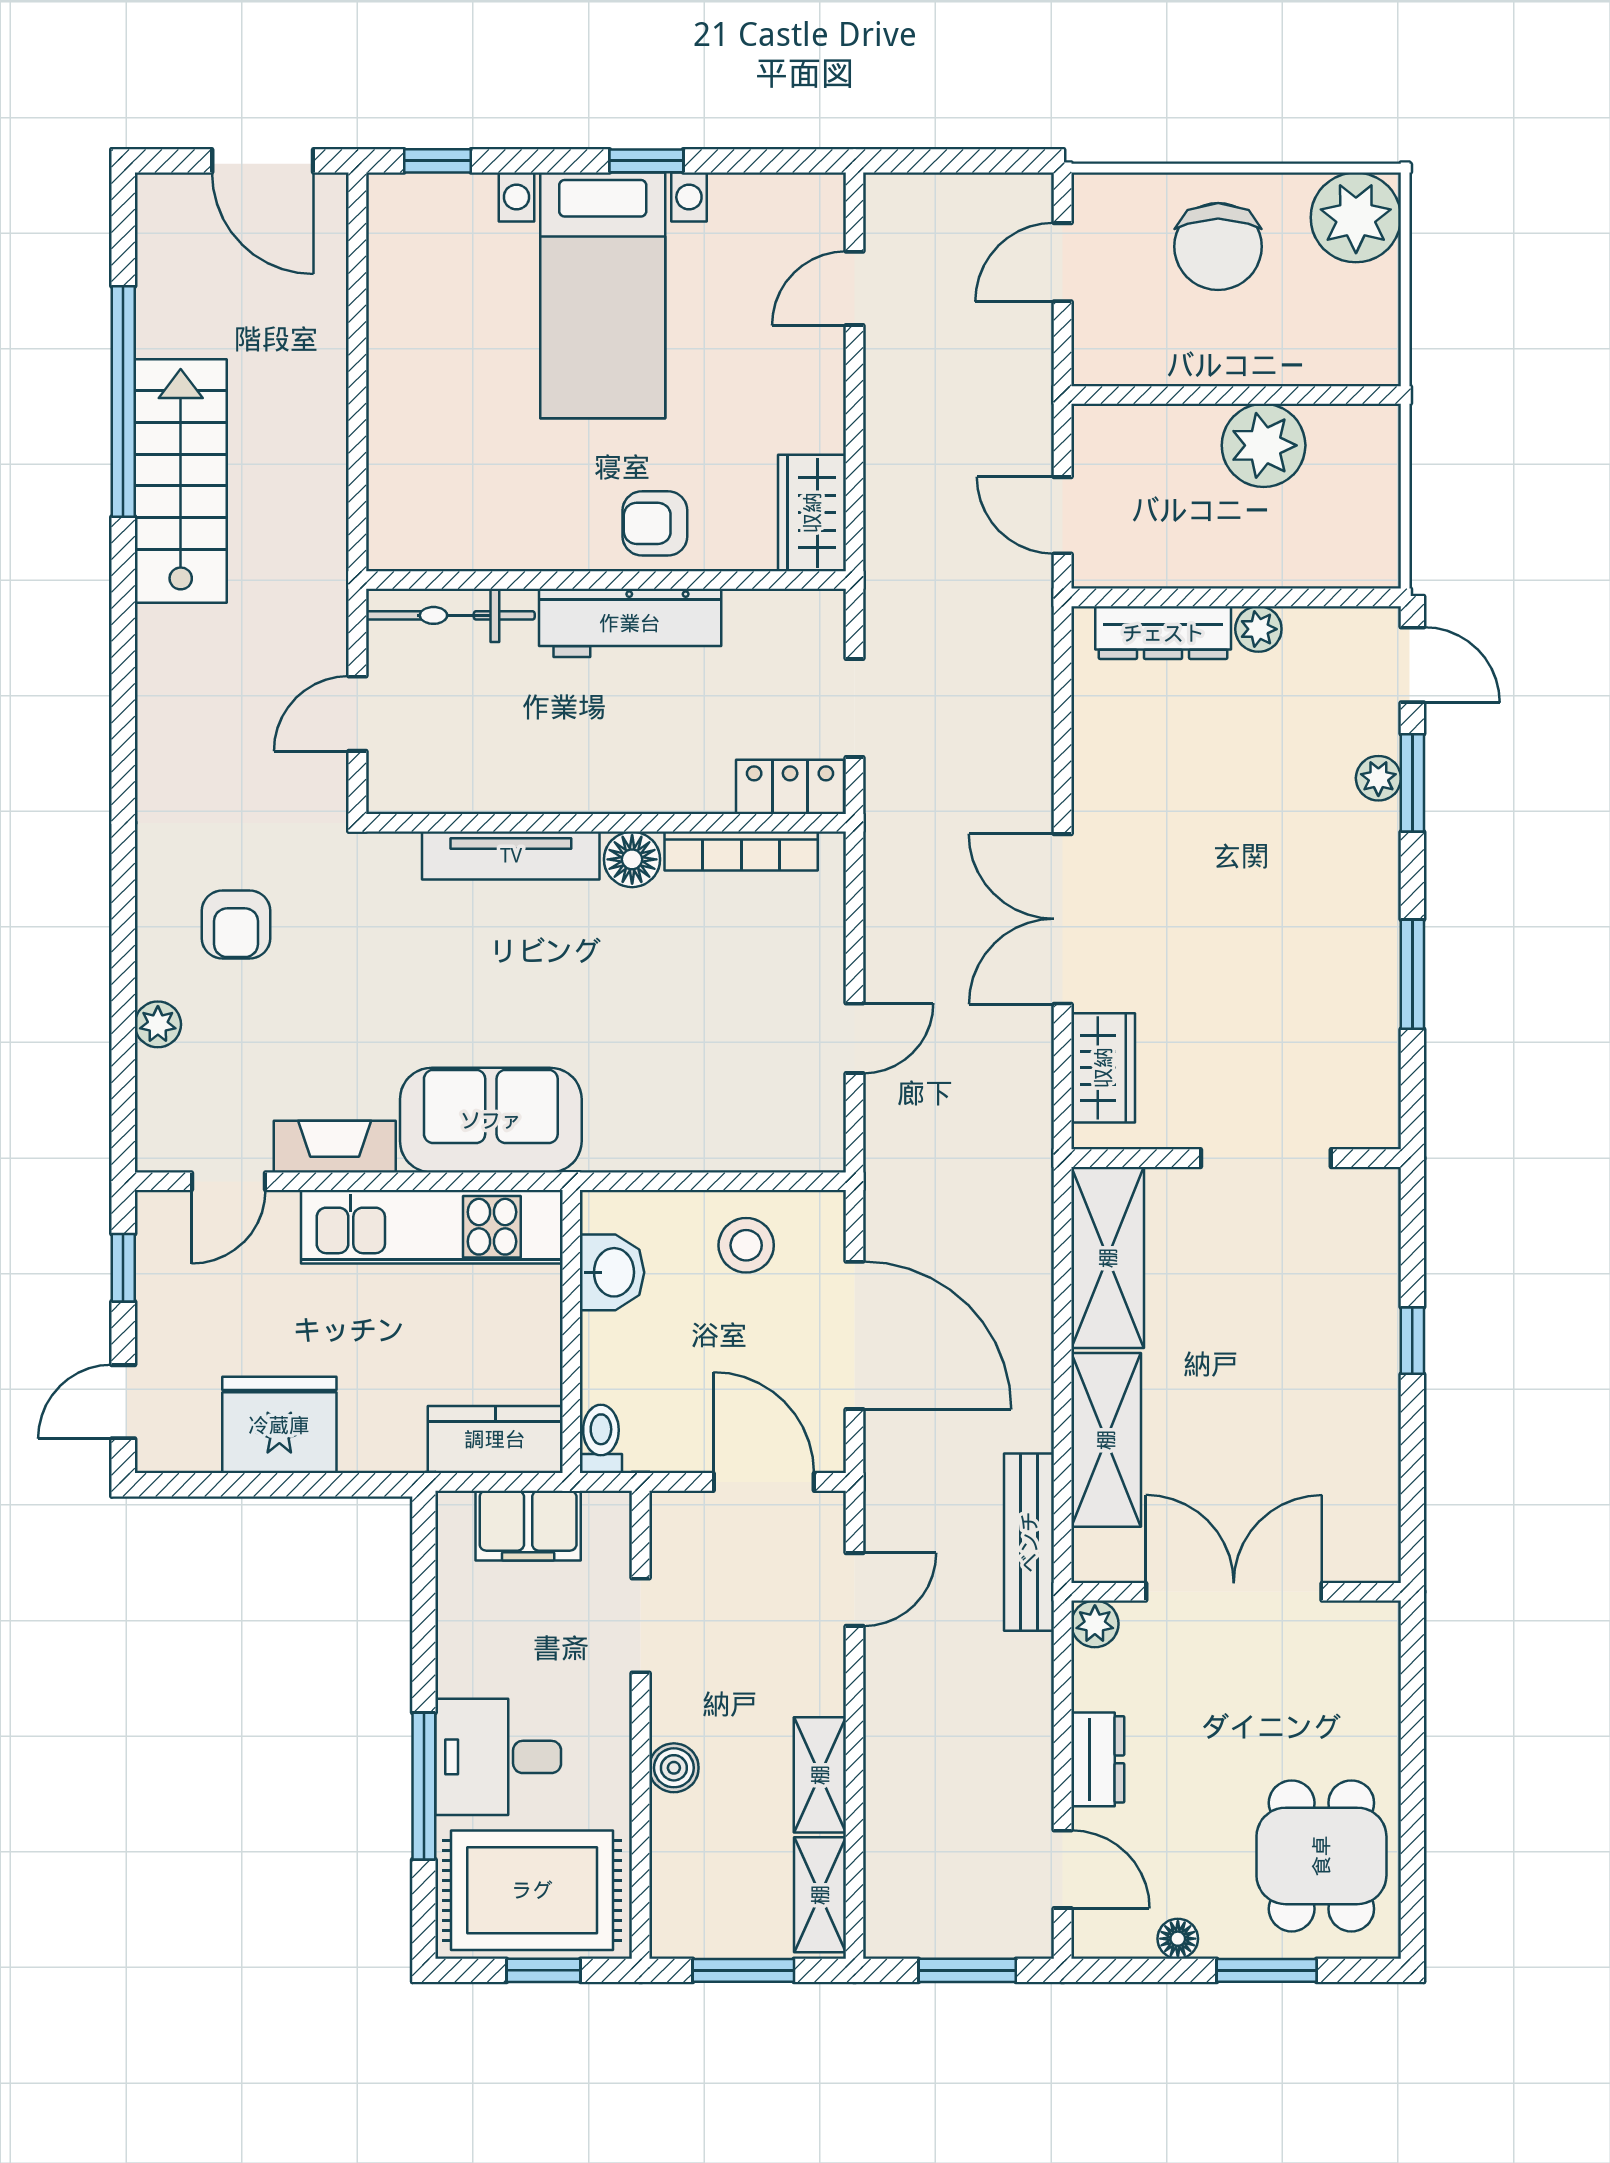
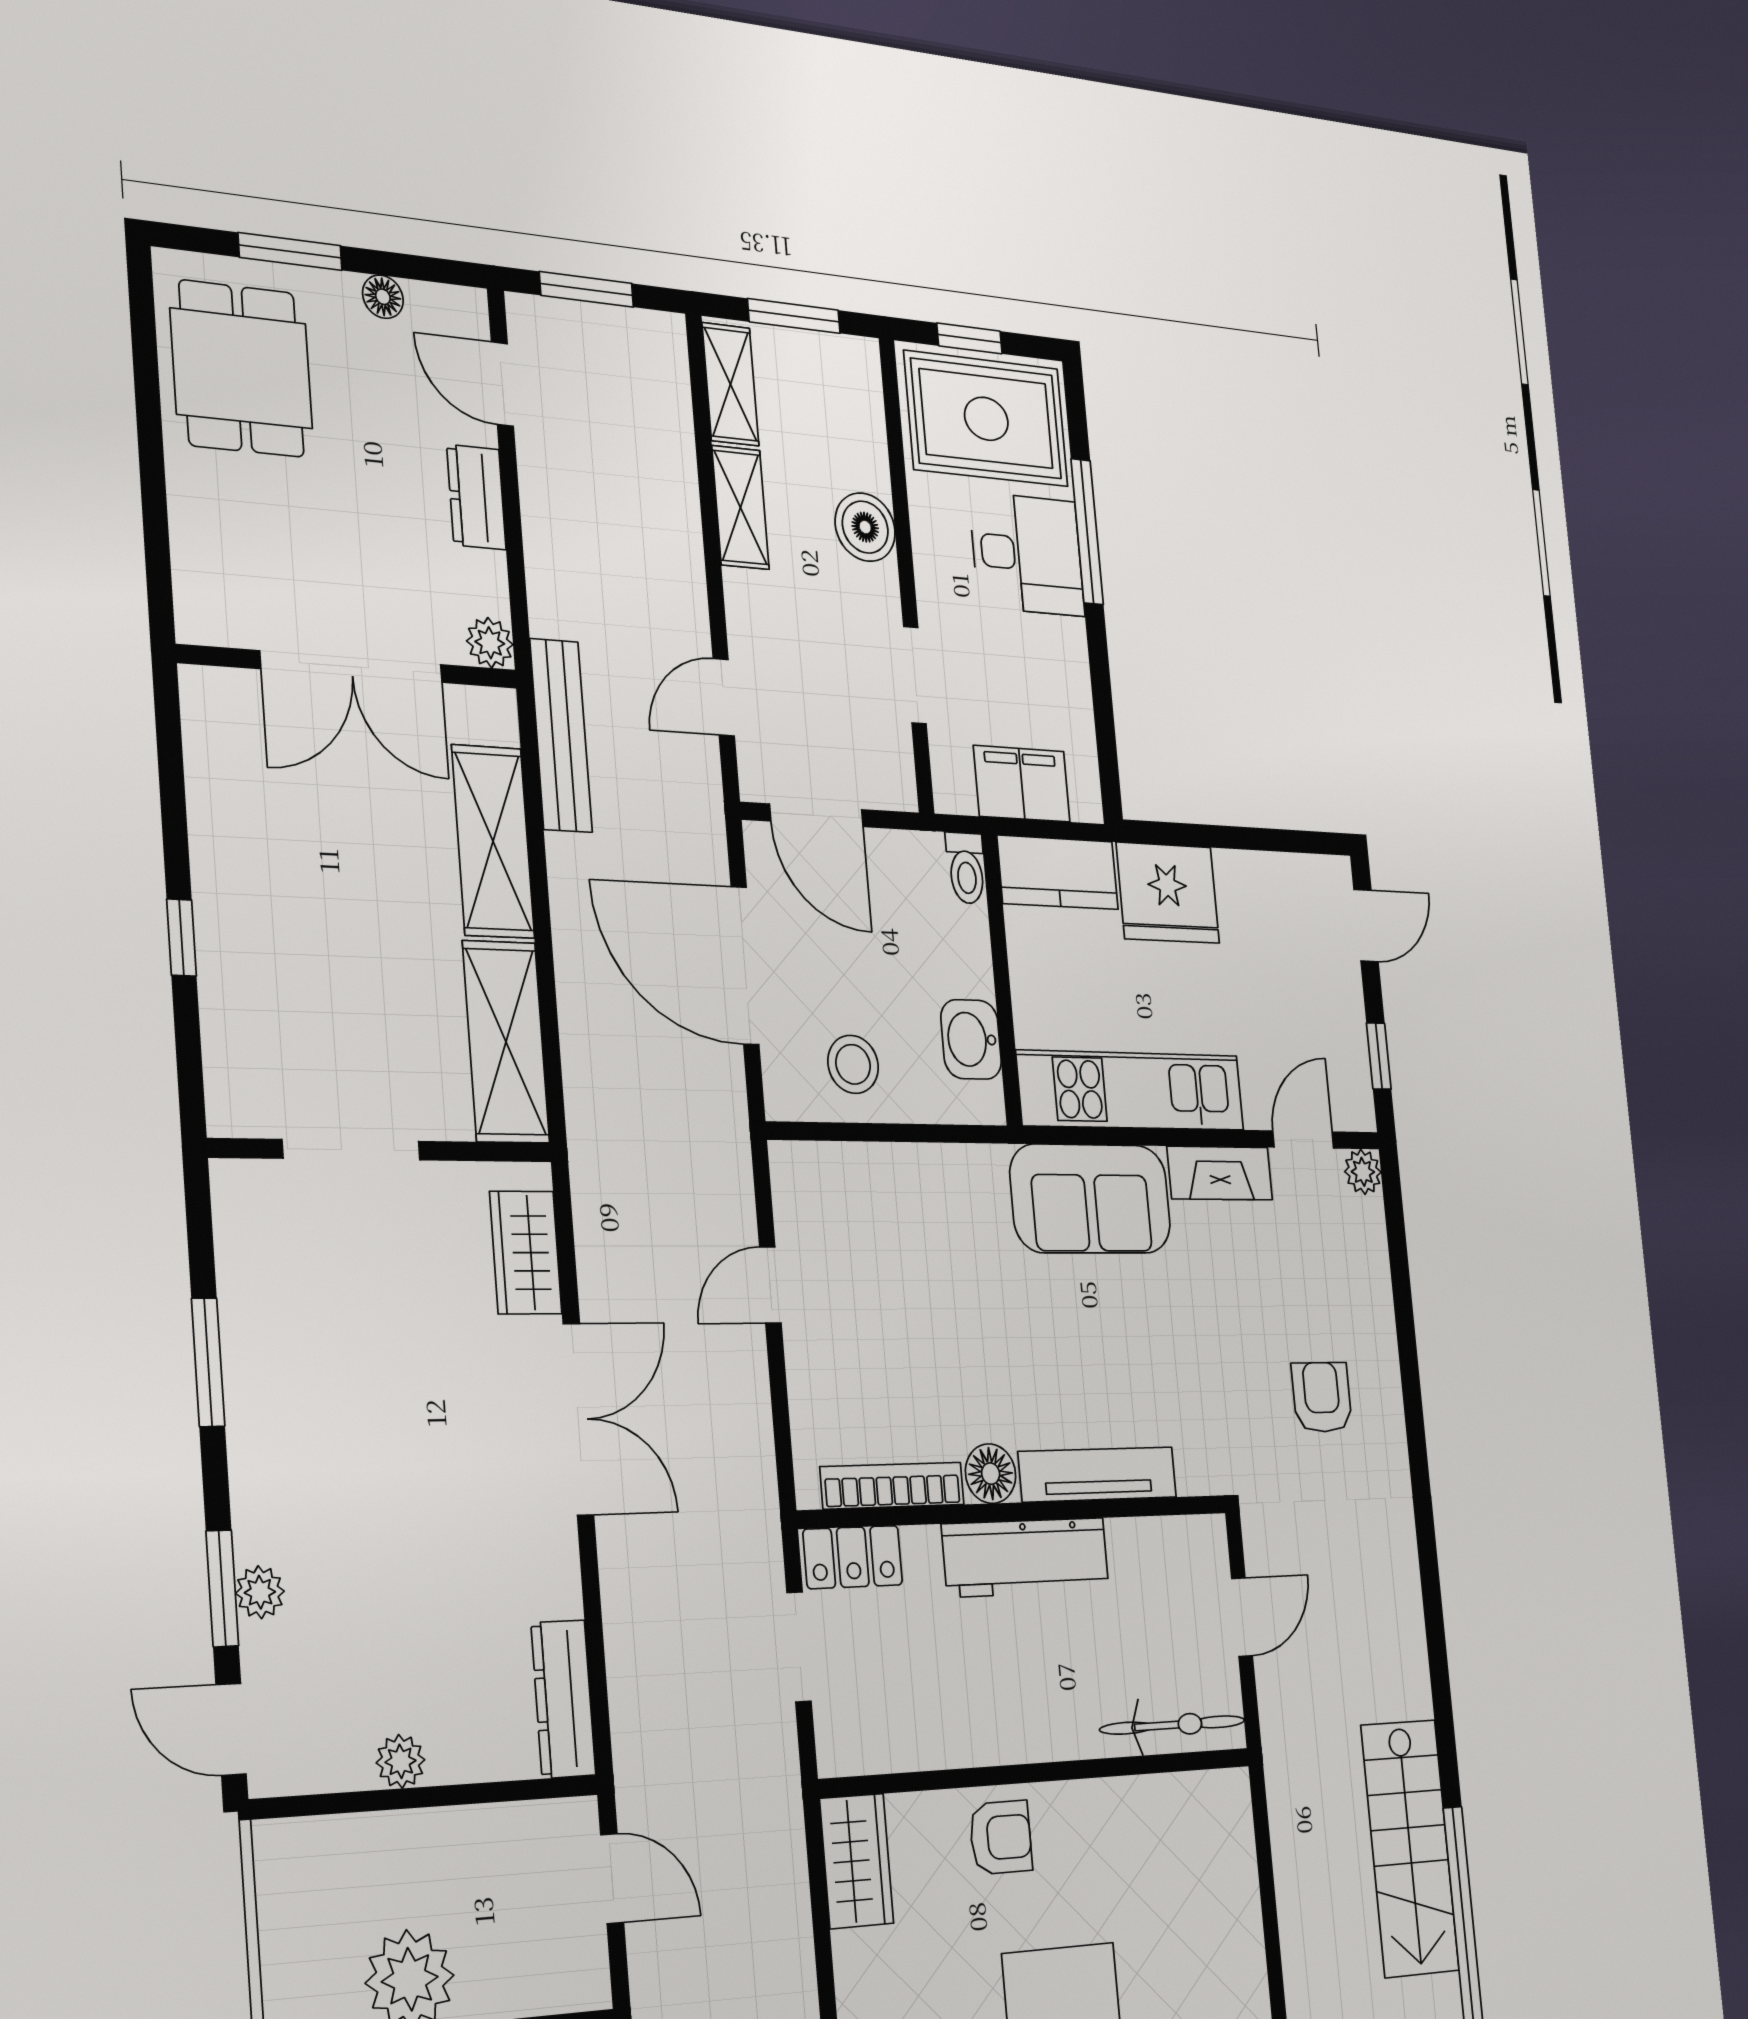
workbench: (630, 623) -> (1026, 1557), moved, turned 180
dresser: (1163, 633) -> (563, 1699), moved, turned -90
plant: (158, 1024) -> (1363, 1172), moved
fridge: (279, 1425) -> (1168, 893), moved
boiler: (674, 1768) -> (865, 527), width x1.36, depth x1.36

